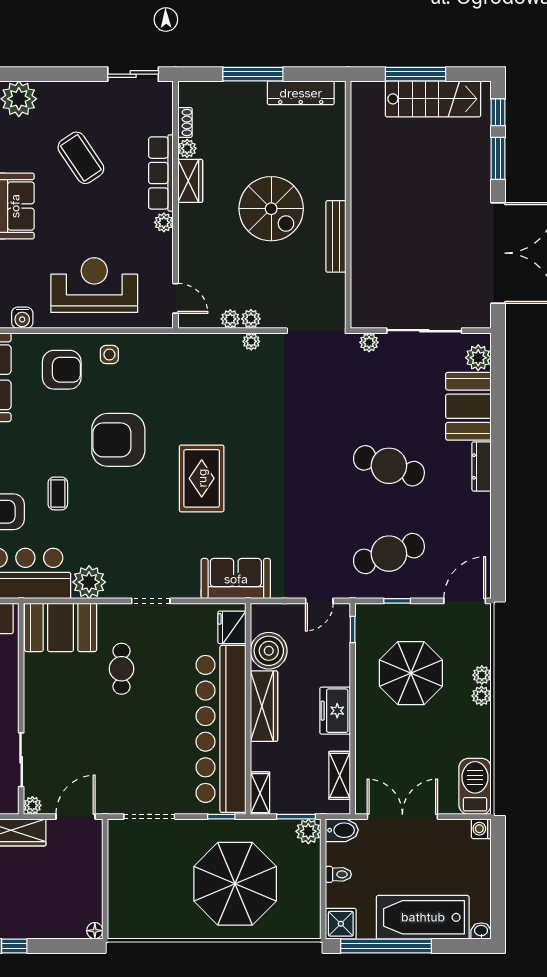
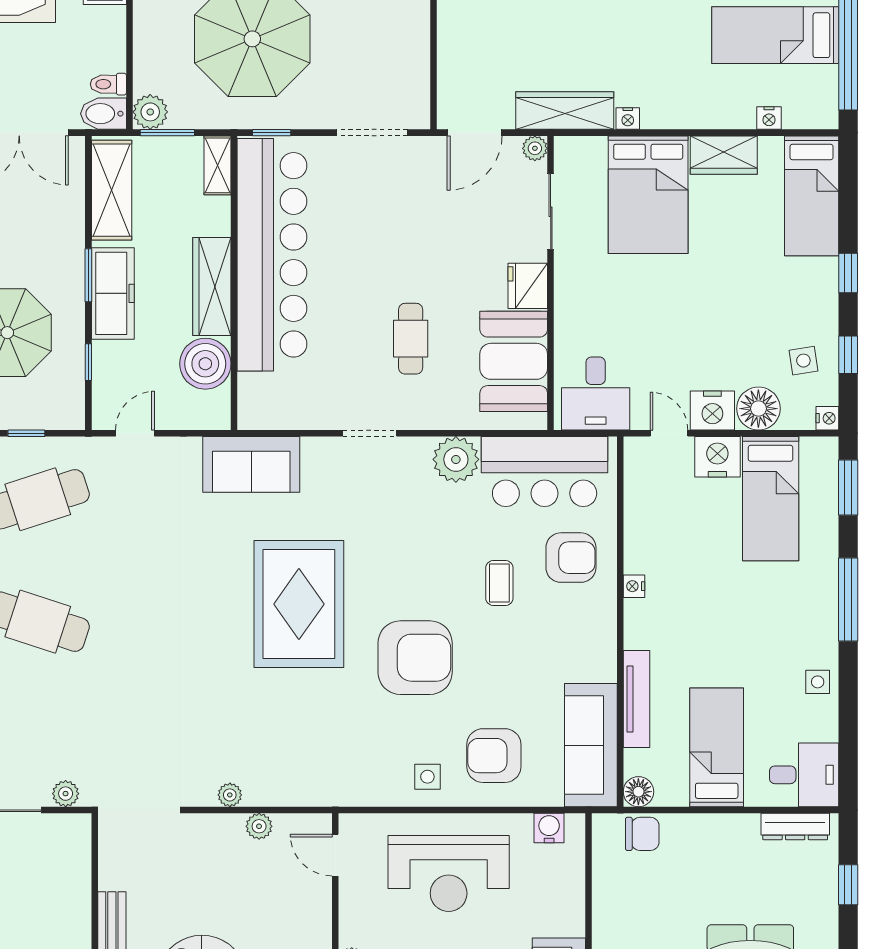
plant: (251, 319) -> (230, 826), removed
rug: (202, 478) -> (299, 604), width x1.37, depth x1.44
booth: (61, 627) -> (514, 361), moved, turned 90
fridge: (232, 627) -> (528, 286), moved, turned 180
window: (353, 629) -> (88, 362), moved
freezer: (335, 711) -> (113, 293), width x1.40
window: (353, 714) -> (88, 275), added
shelving: (340, 775) -> (112, 190), width x1.50, depth x1.33
toilet: (338, 874) -> (108, 84), moved

